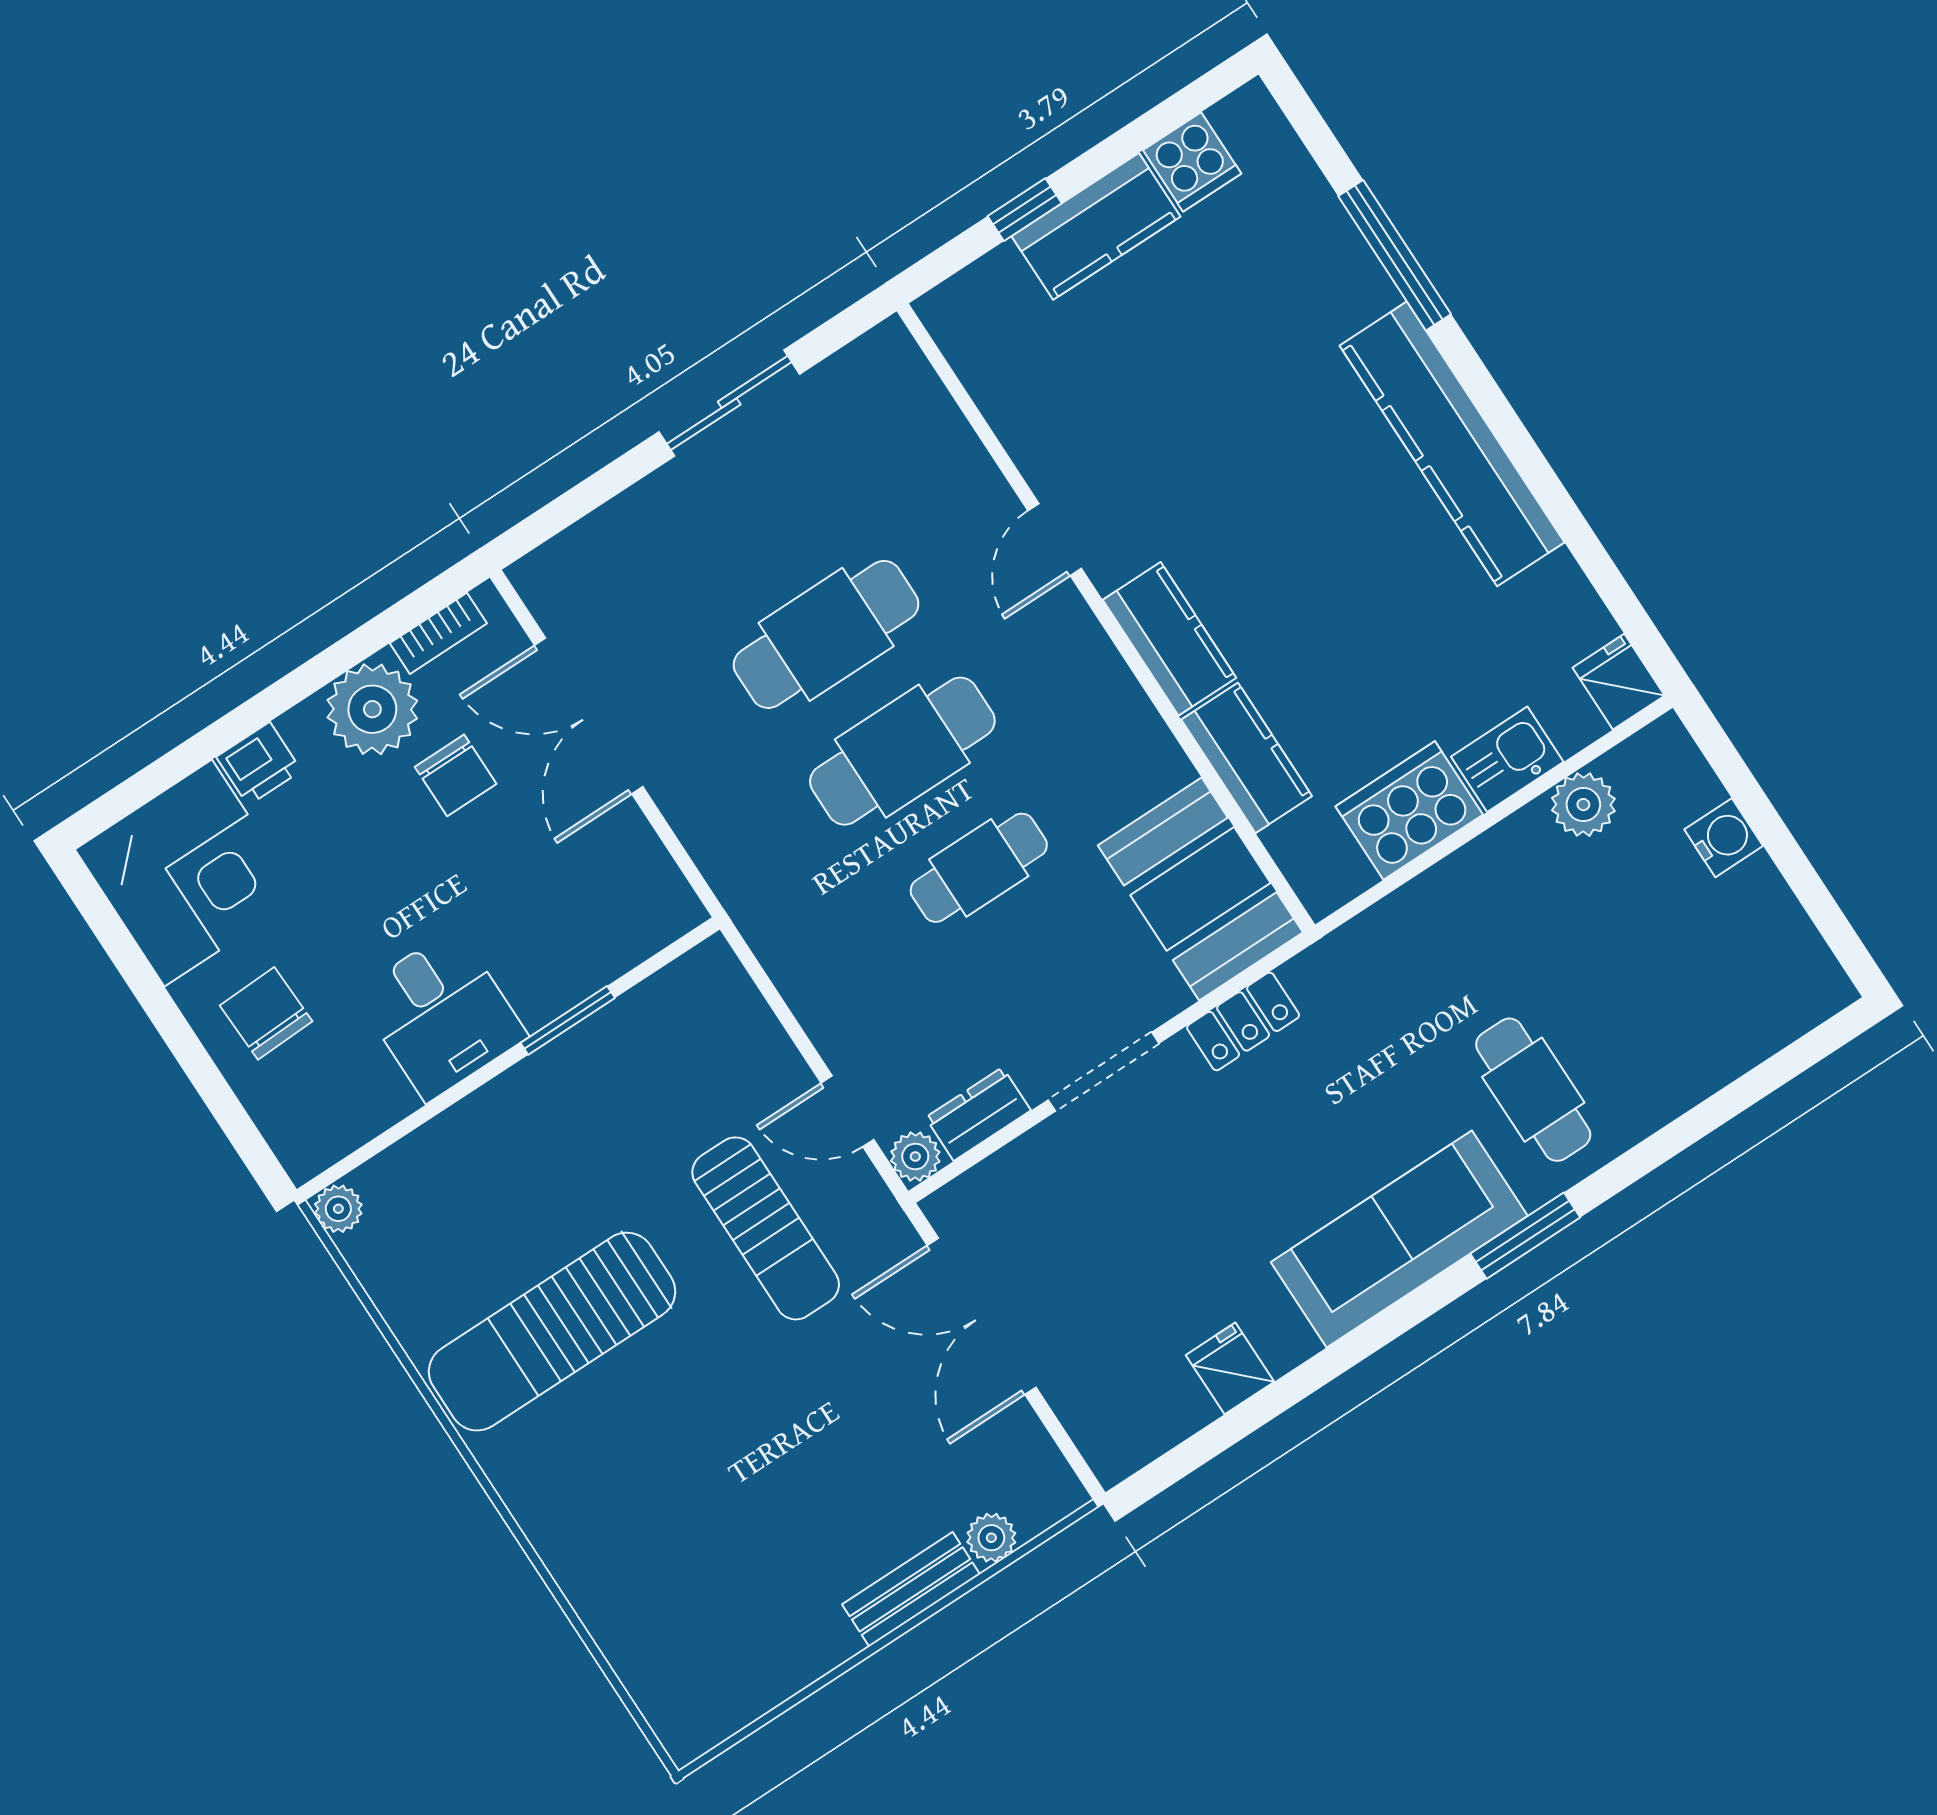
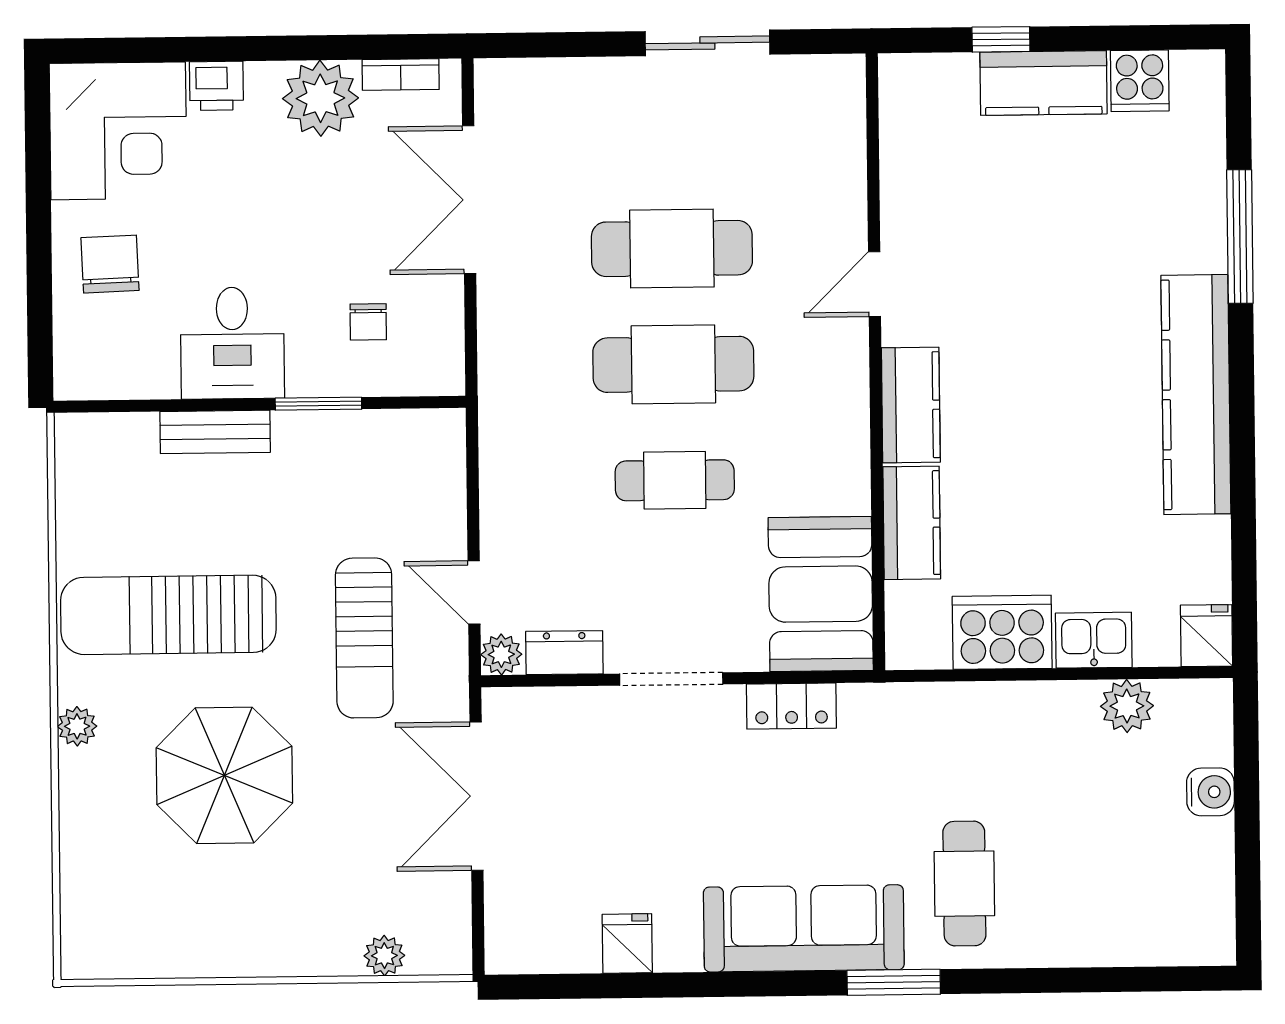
chair: (456, 775) -> (368, 322), moved, width x0.73, depth x0.73
plant: (338, 1209) -> (77, 726), moved
parasol: (713, 1458) -> (224, 775), added
bench: (911, 1589) -> (215, 432), moved

